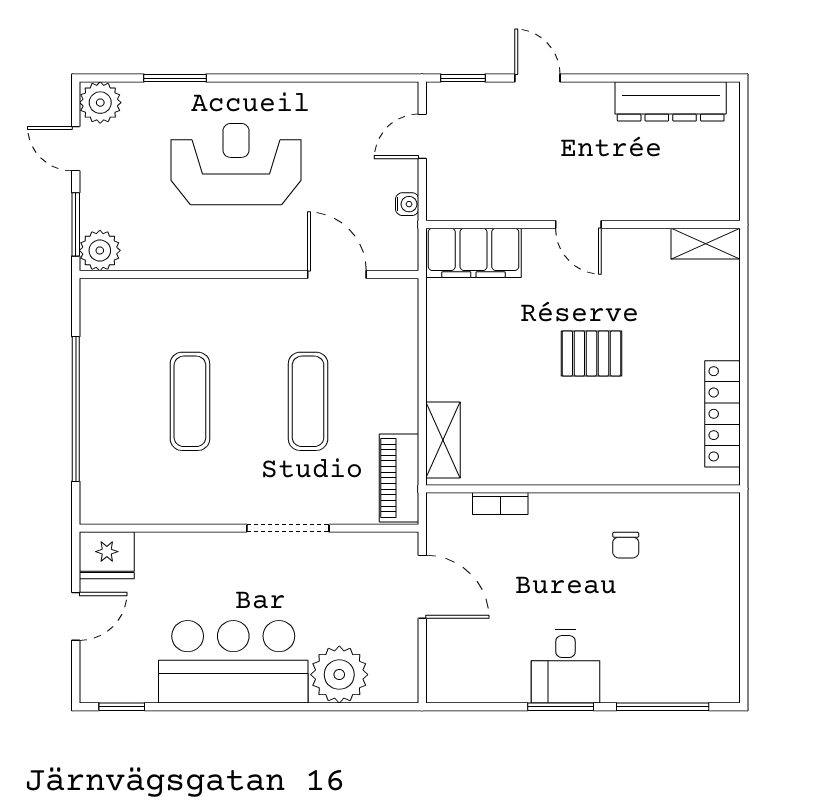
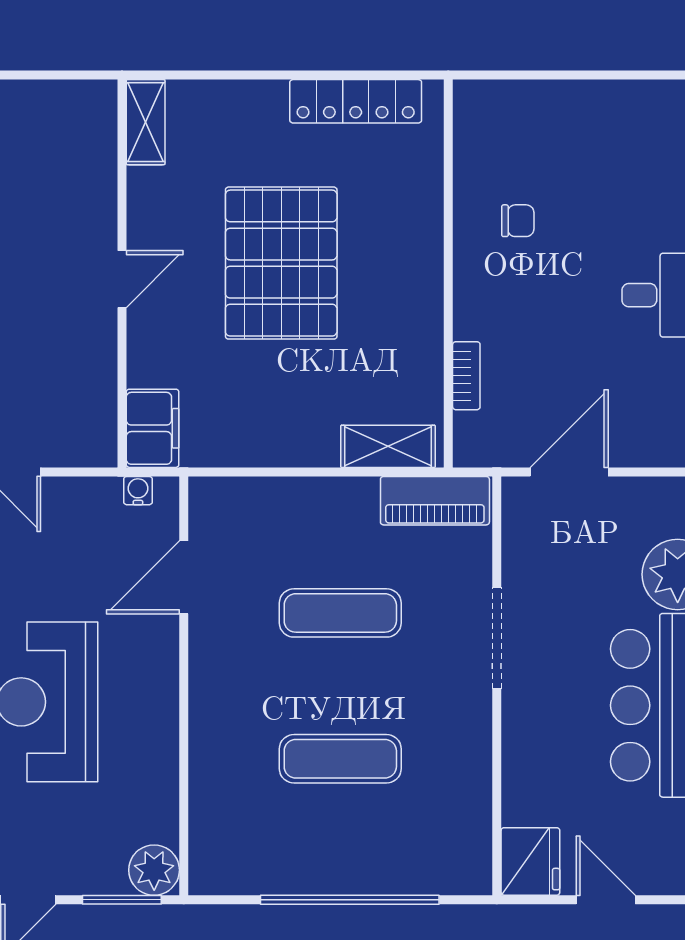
water cooler: (407, 204) -> (138, 491), moved
filing cabinet: (473, 253) -> (153, 428), width x0.67, depth x0.86
pallet: (591, 353) -> (281, 263), width x2.05, depth x2.00

